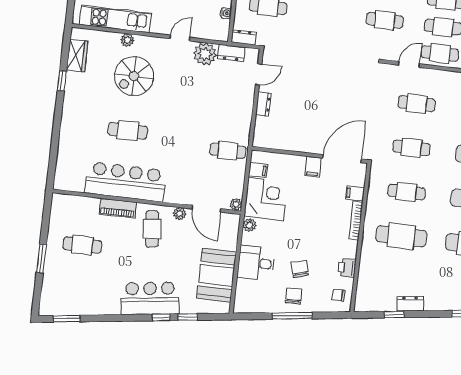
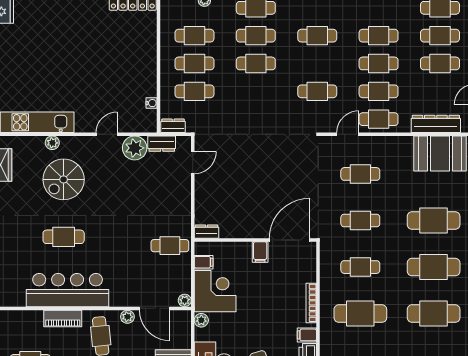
dresser: (263, 104) -> (207, 232), moved, turned -90
filing cabinet: (355, 193) -> (307, 335), moved

